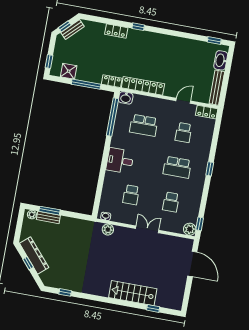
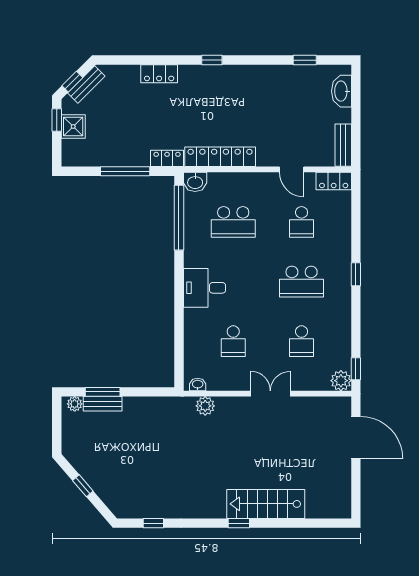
window: (138, 27) -> (212, 60), moved
window: (214, 41) -> (305, 60), moved
window: (49, 61) -> (57, 120), moved
shower: (69, 71) -> (73, 126), moved
bench: (217, 88) -> (343, 145), width x0.73
door: (183, 101) -> (292, 169), swing flipped
dresser: (34, 255) -> (91, 471), removed
window: (153, 308) -> (239, 523), moved

